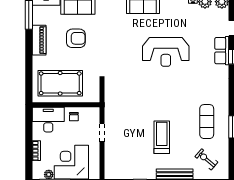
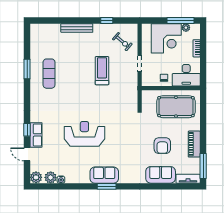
armchair: (76, 38) -> (162, 146), turned -90
treadmill: (162, 137) -> (102, 71), moved, turned 180
exercise bike: (206, 159) -> (122, 42), moved

